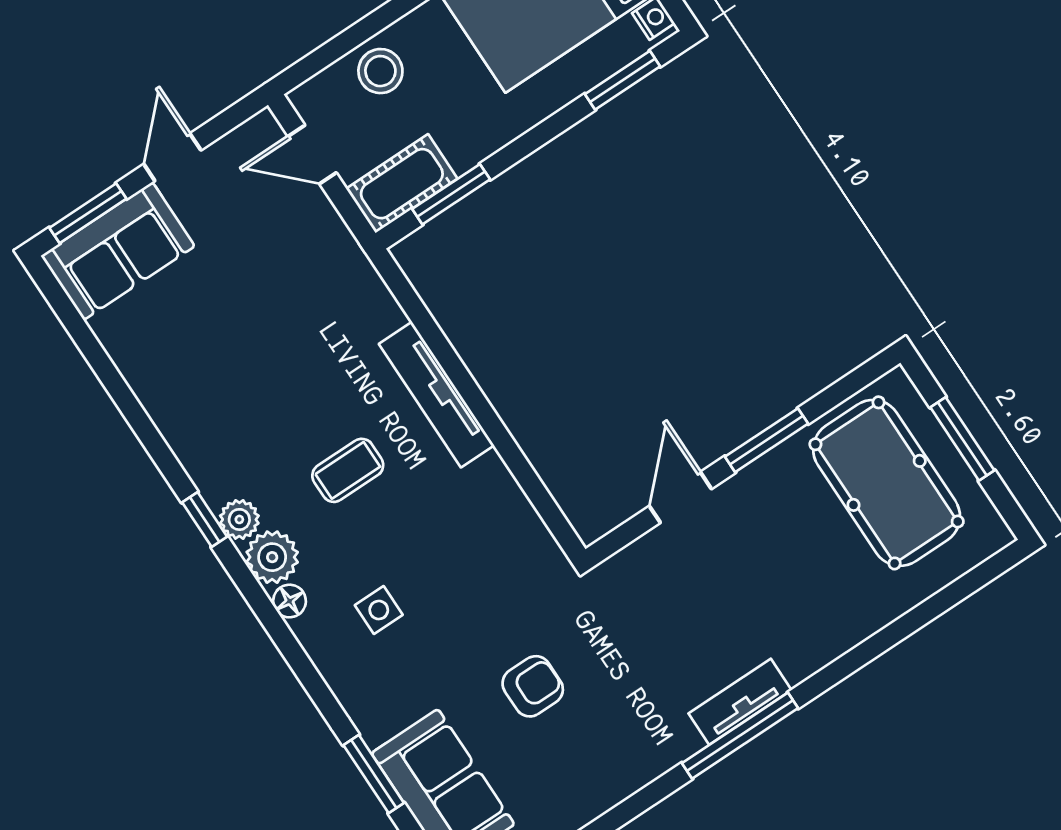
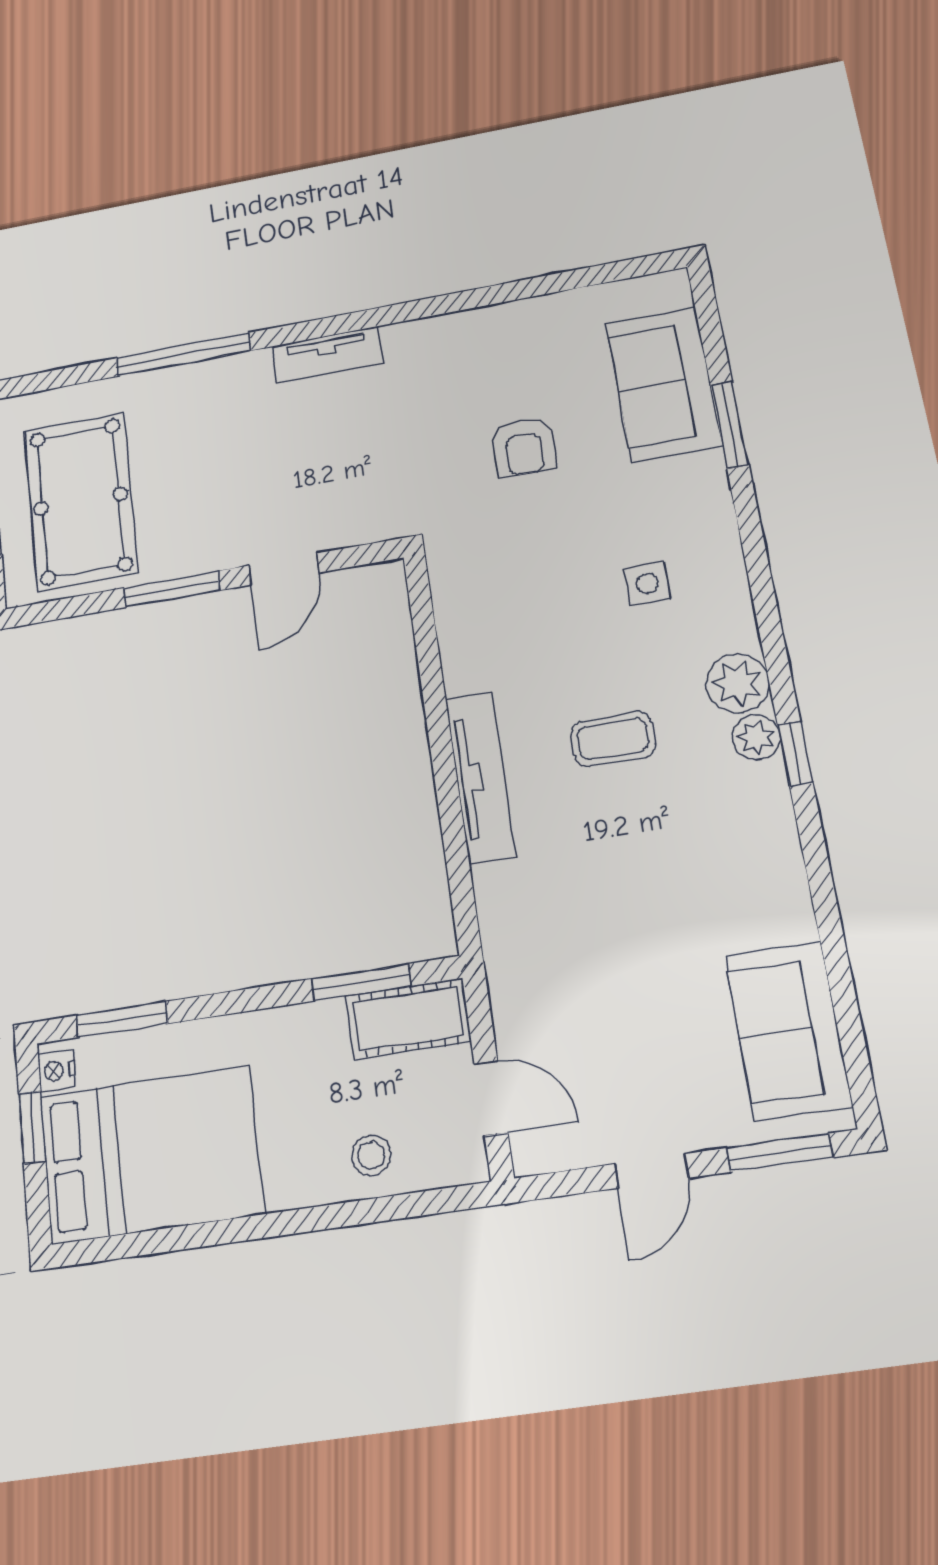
stool: (380, 71) -> (371, 1155), width x0.73, depth x0.73
sofa: (118, 251) -> (788, 1031), moved, turned -90
floor lamp: (290, 601) -> (739, 631), removed
armchair: (533, 686) -> (524, 447), turned -90
window: (740, 736) -> (183, 354), moved

